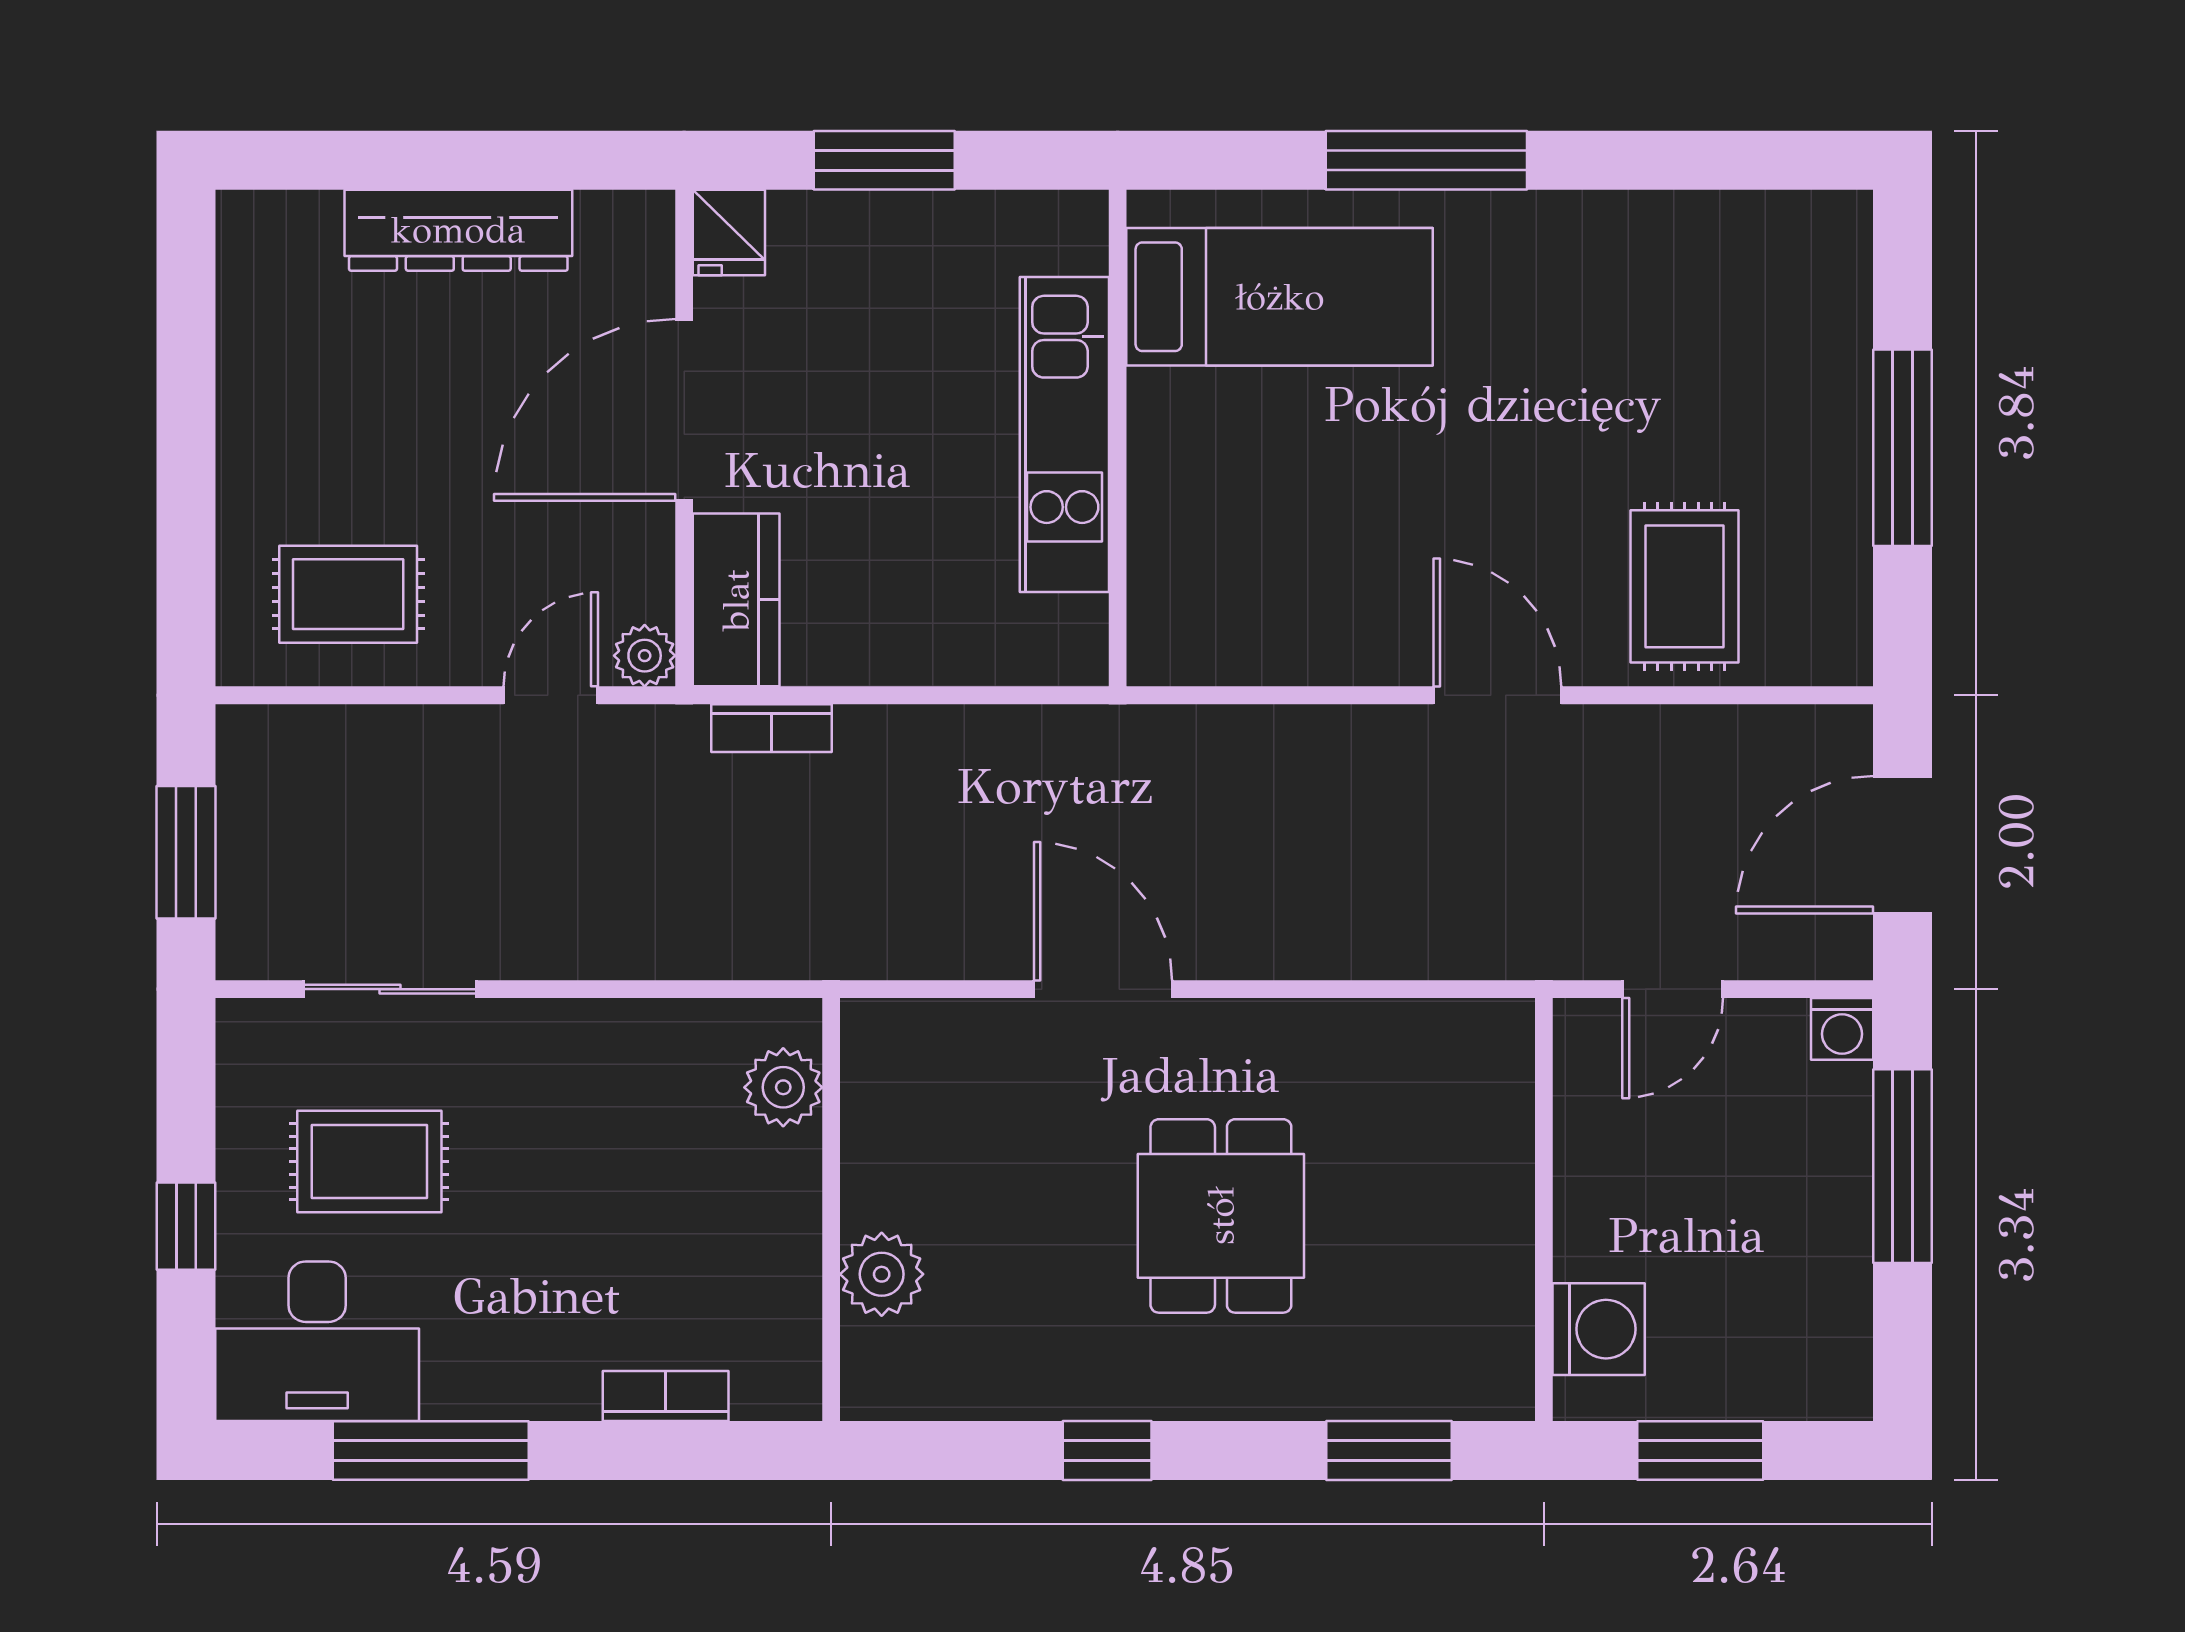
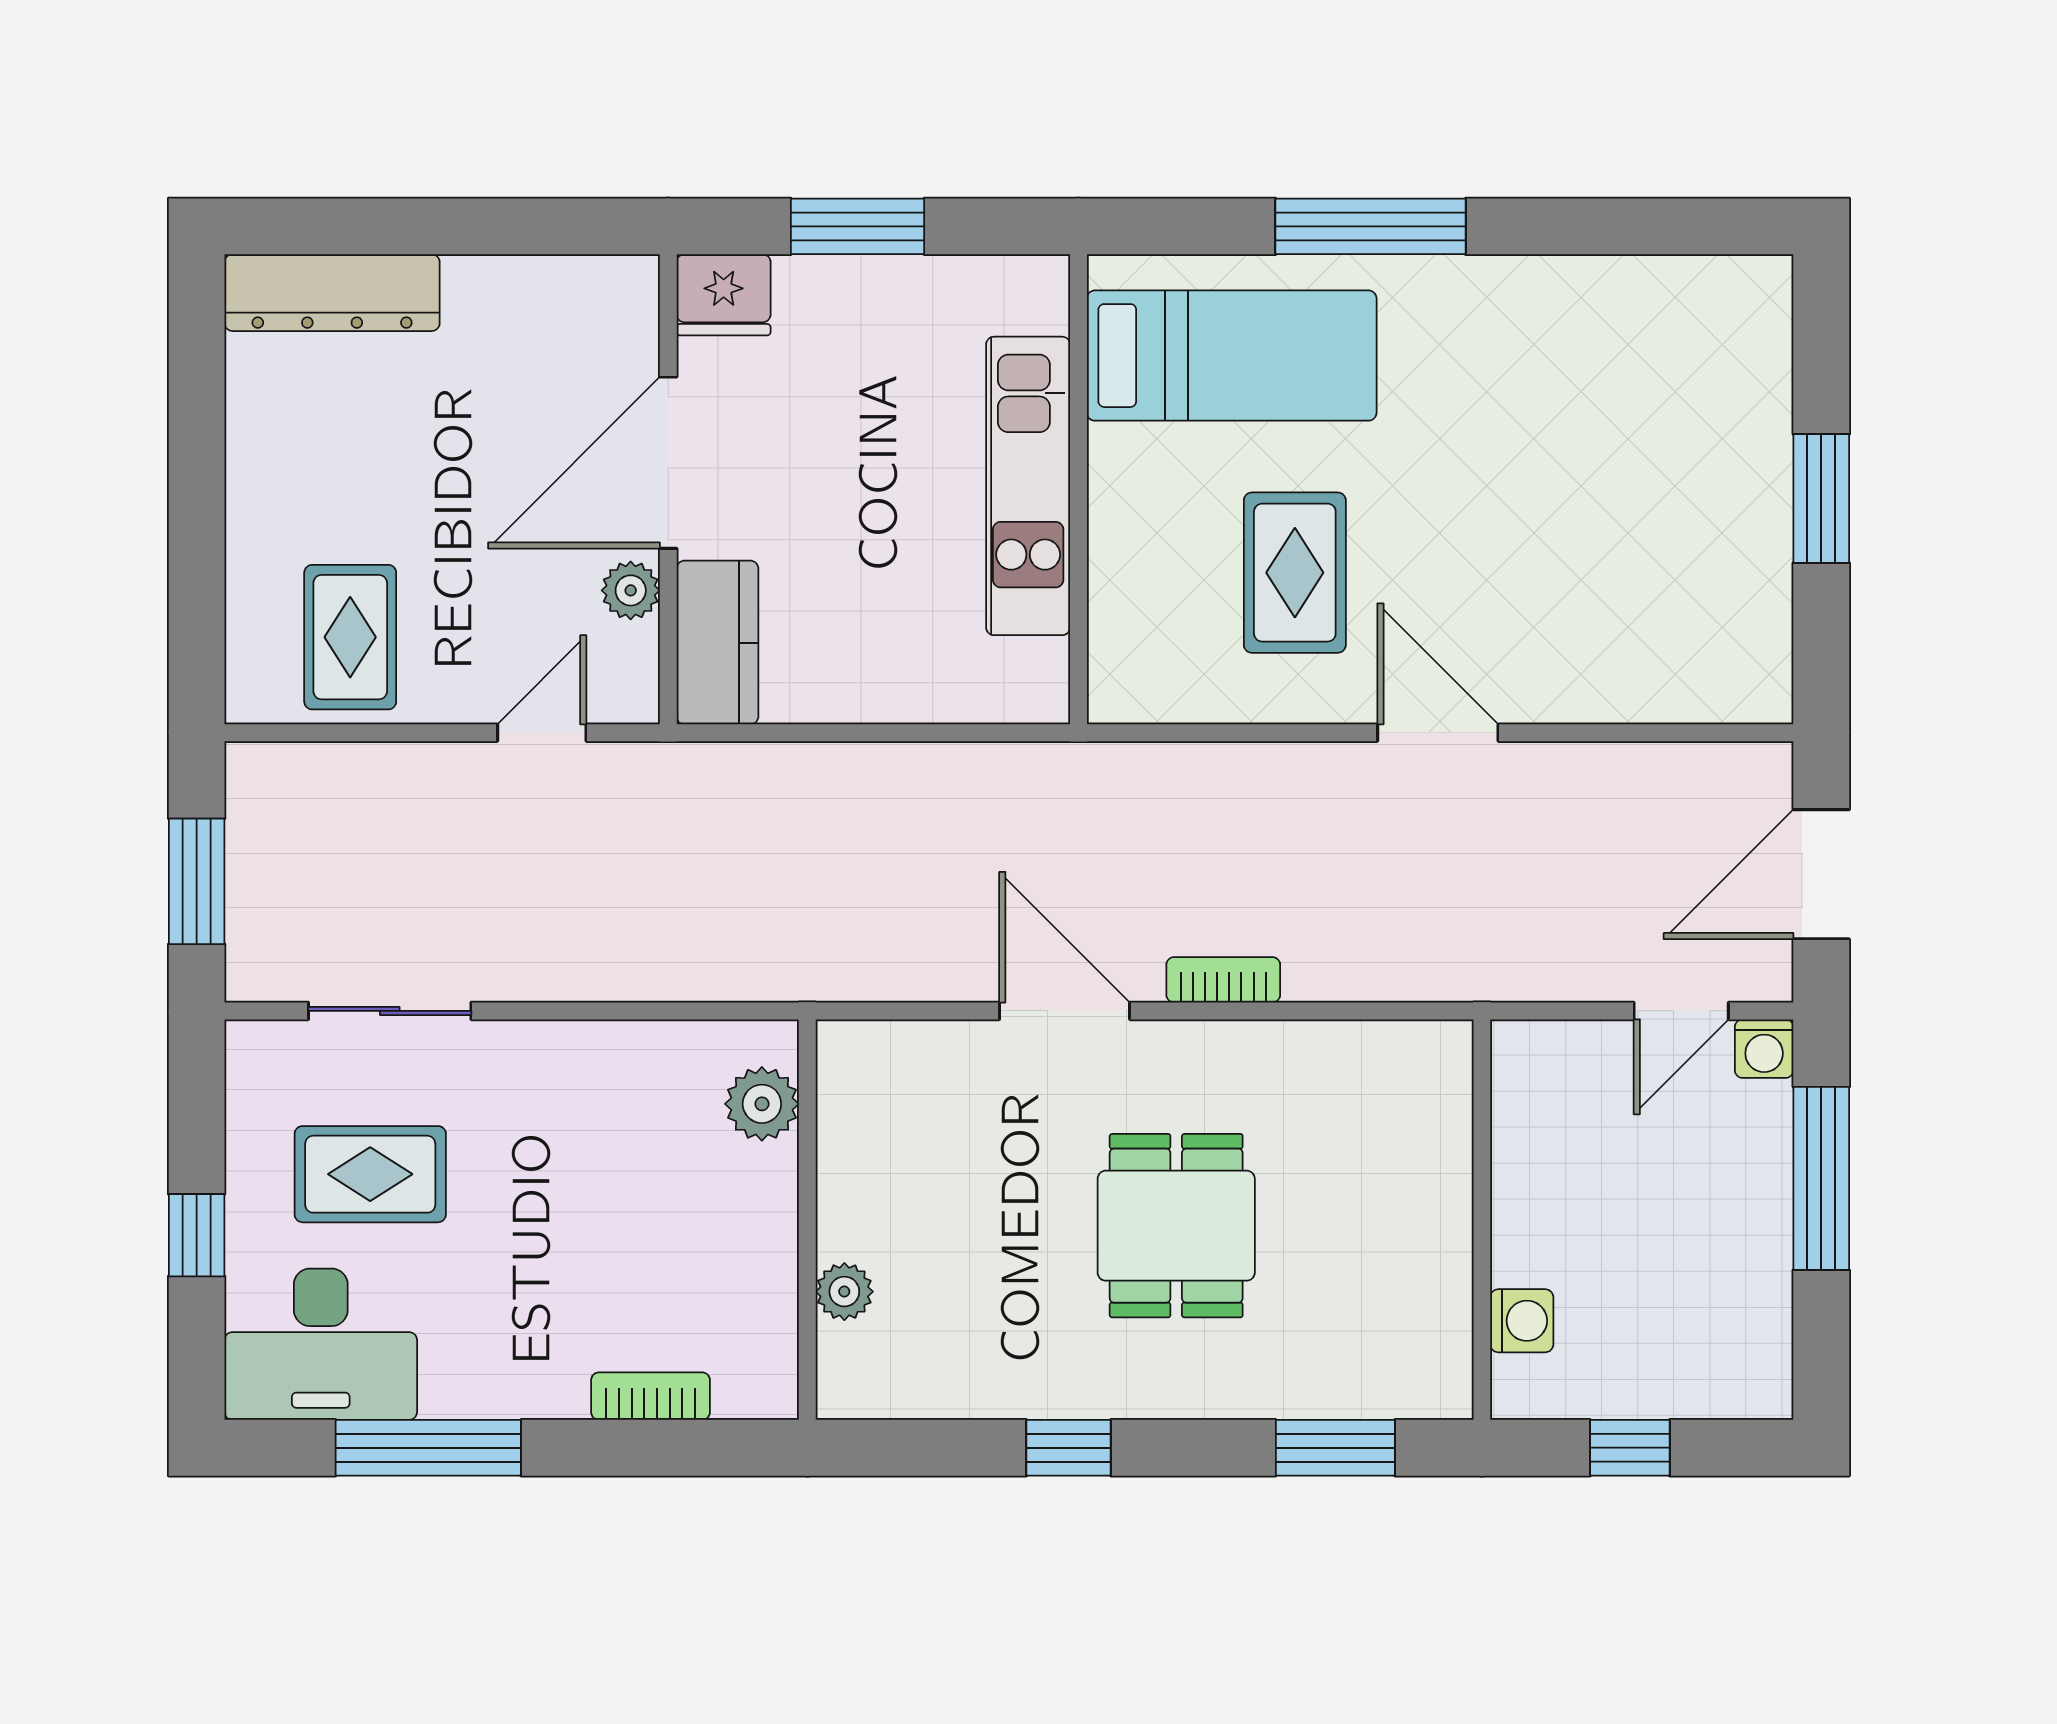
dresser: (458, 230) -> (332, 293), moved
fridge: (729, 233) -> (724, 295), width x1.38
window: (1902, 448) -> (1821, 499), width x0.69
rug: (1685, 586) -> (1295, 573), moved
rug: (348, 594) -> (350, 637), turned 90
plant: (645, 656) -> (631, 590), moved
bookcase: (772, 728) -> (1223, 980), moved, turned 180
door: (1673, 989) -> (1681, 1011), moved
plant: (882, 1274) -> (844, 1292), width x0.73, depth x0.73
washing machine: (1599, 1329) -> (1522, 1321), width x0.73, depth x0.73
window: (1700, 1451) -> (1630, 1448), width x0.67

